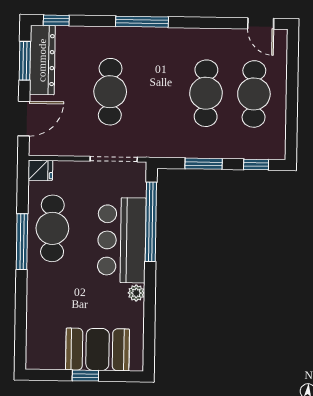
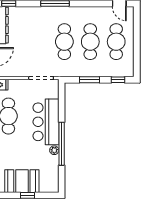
cafe table: (110, 92) -> (64, 42), moved
window: (151, 222) -> (62, 144), moved
booth: (98, 349) -> (22, 181), moved

